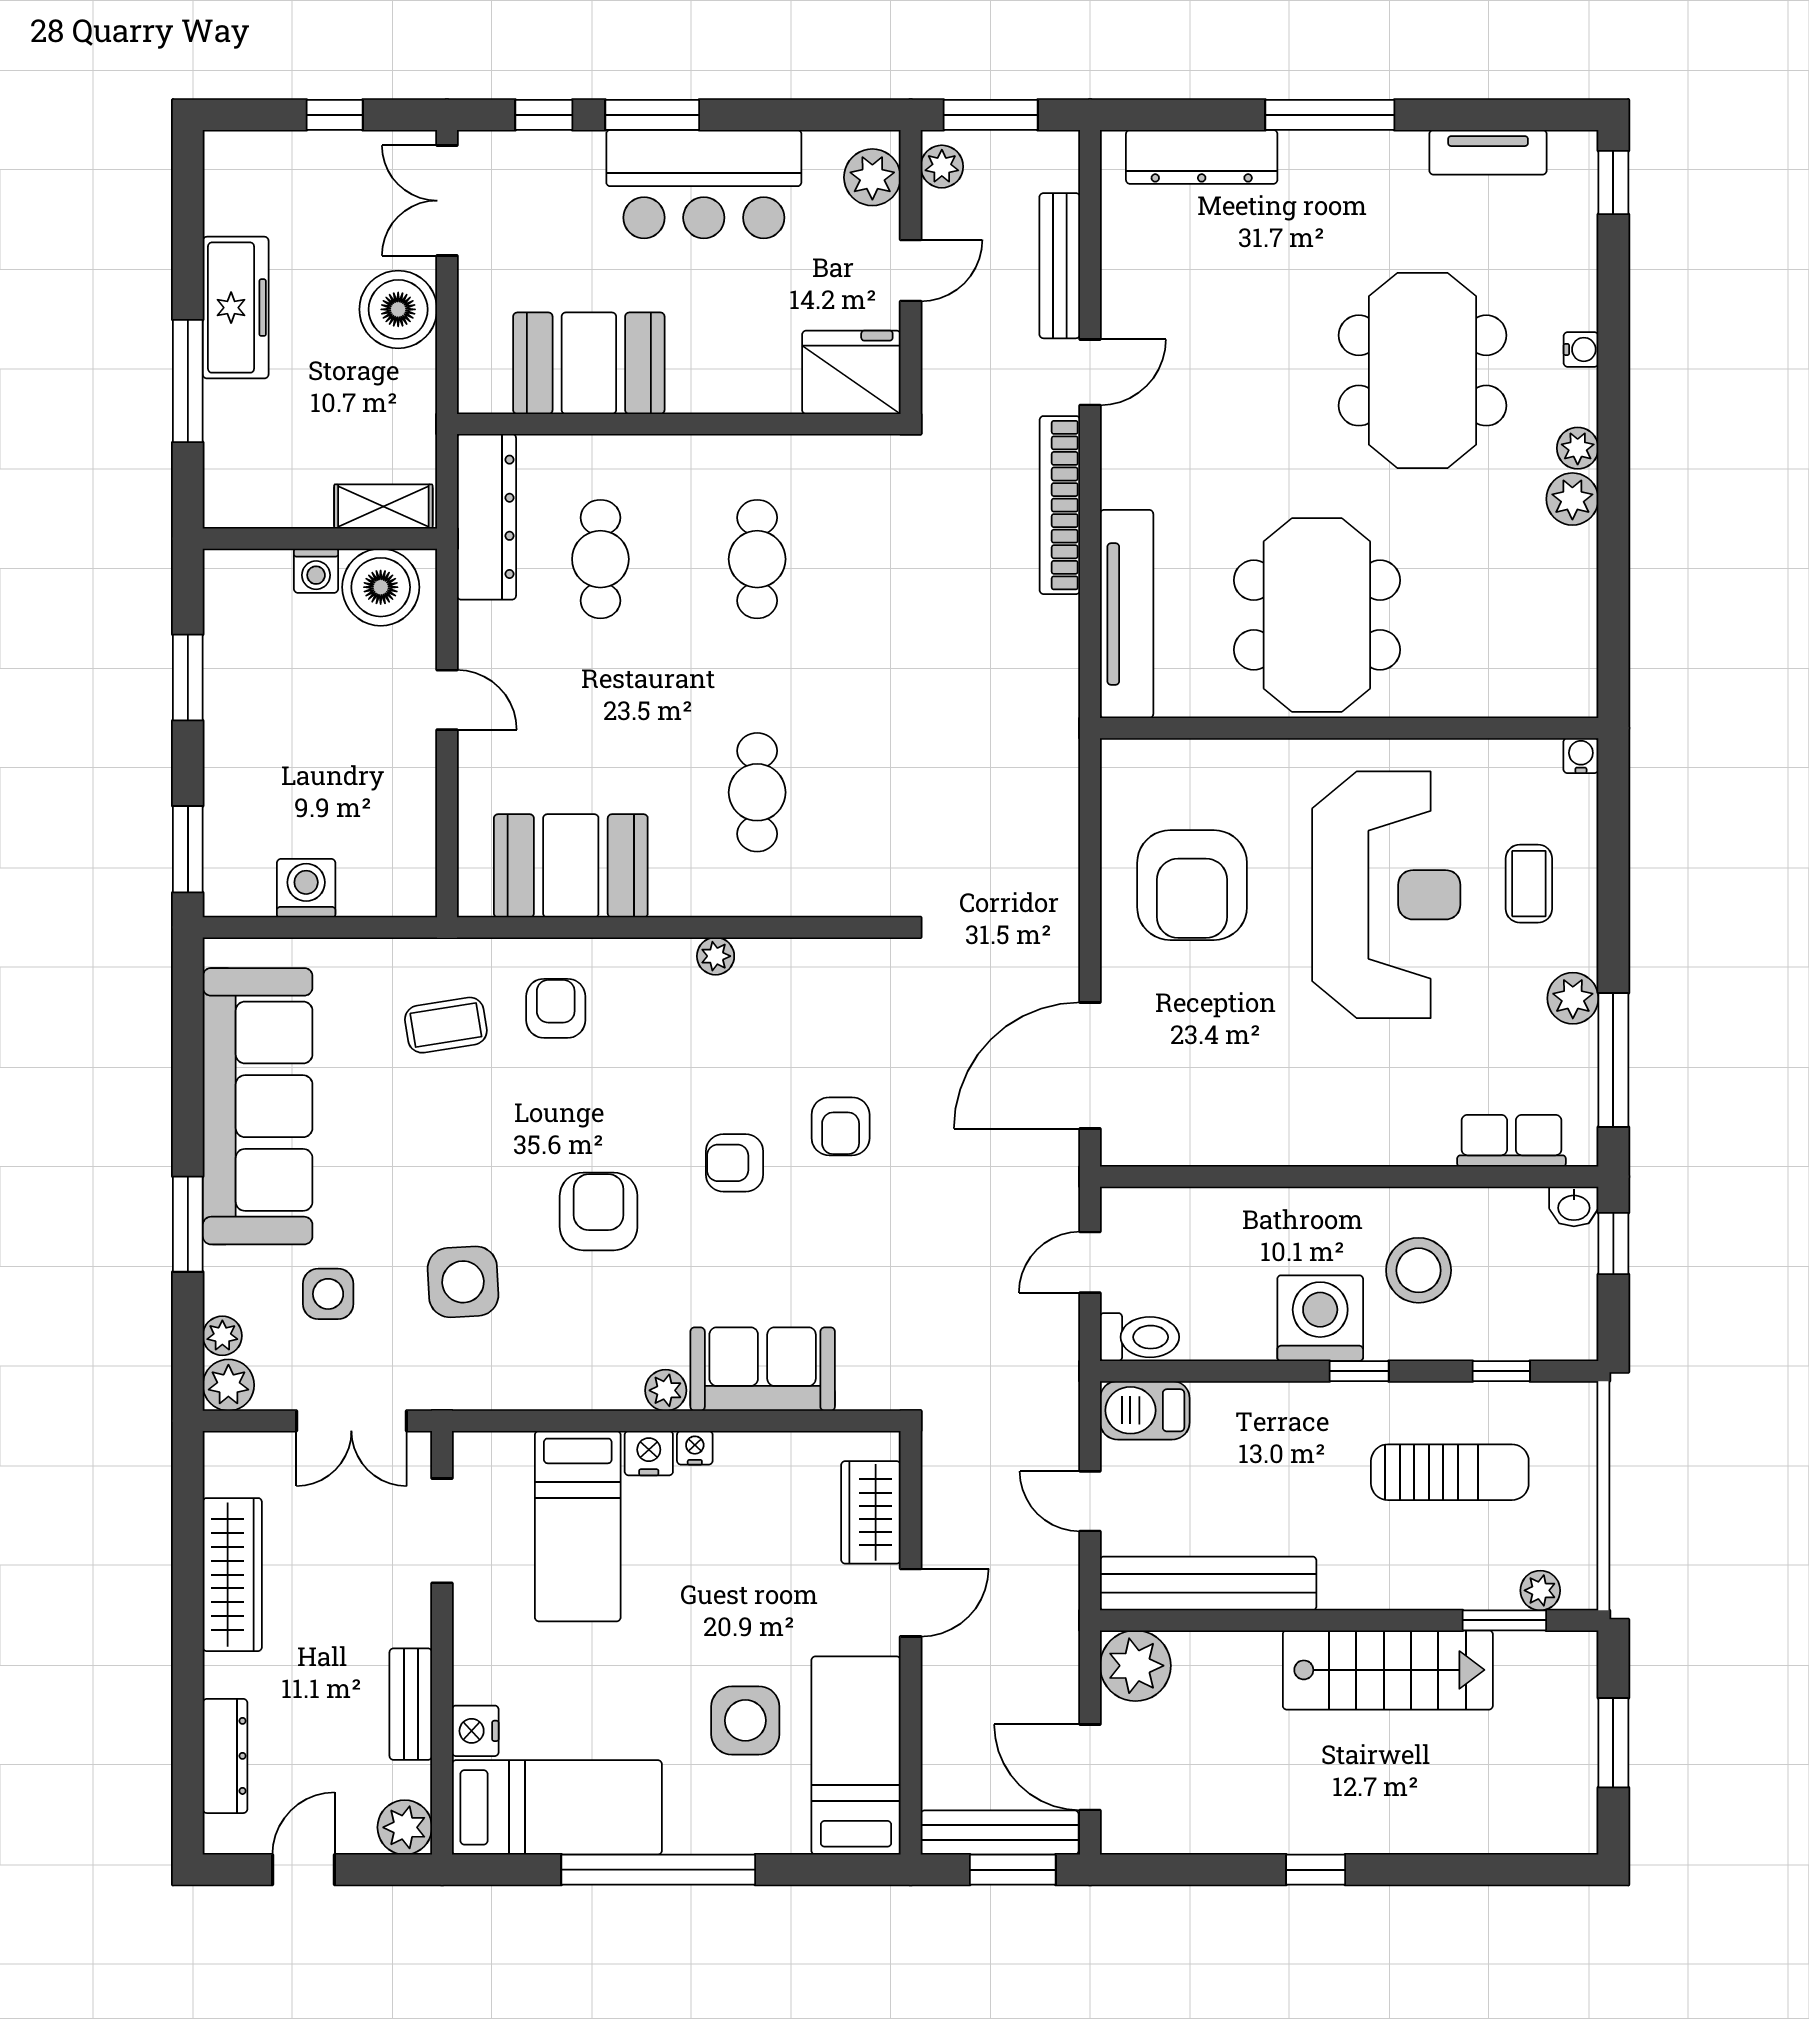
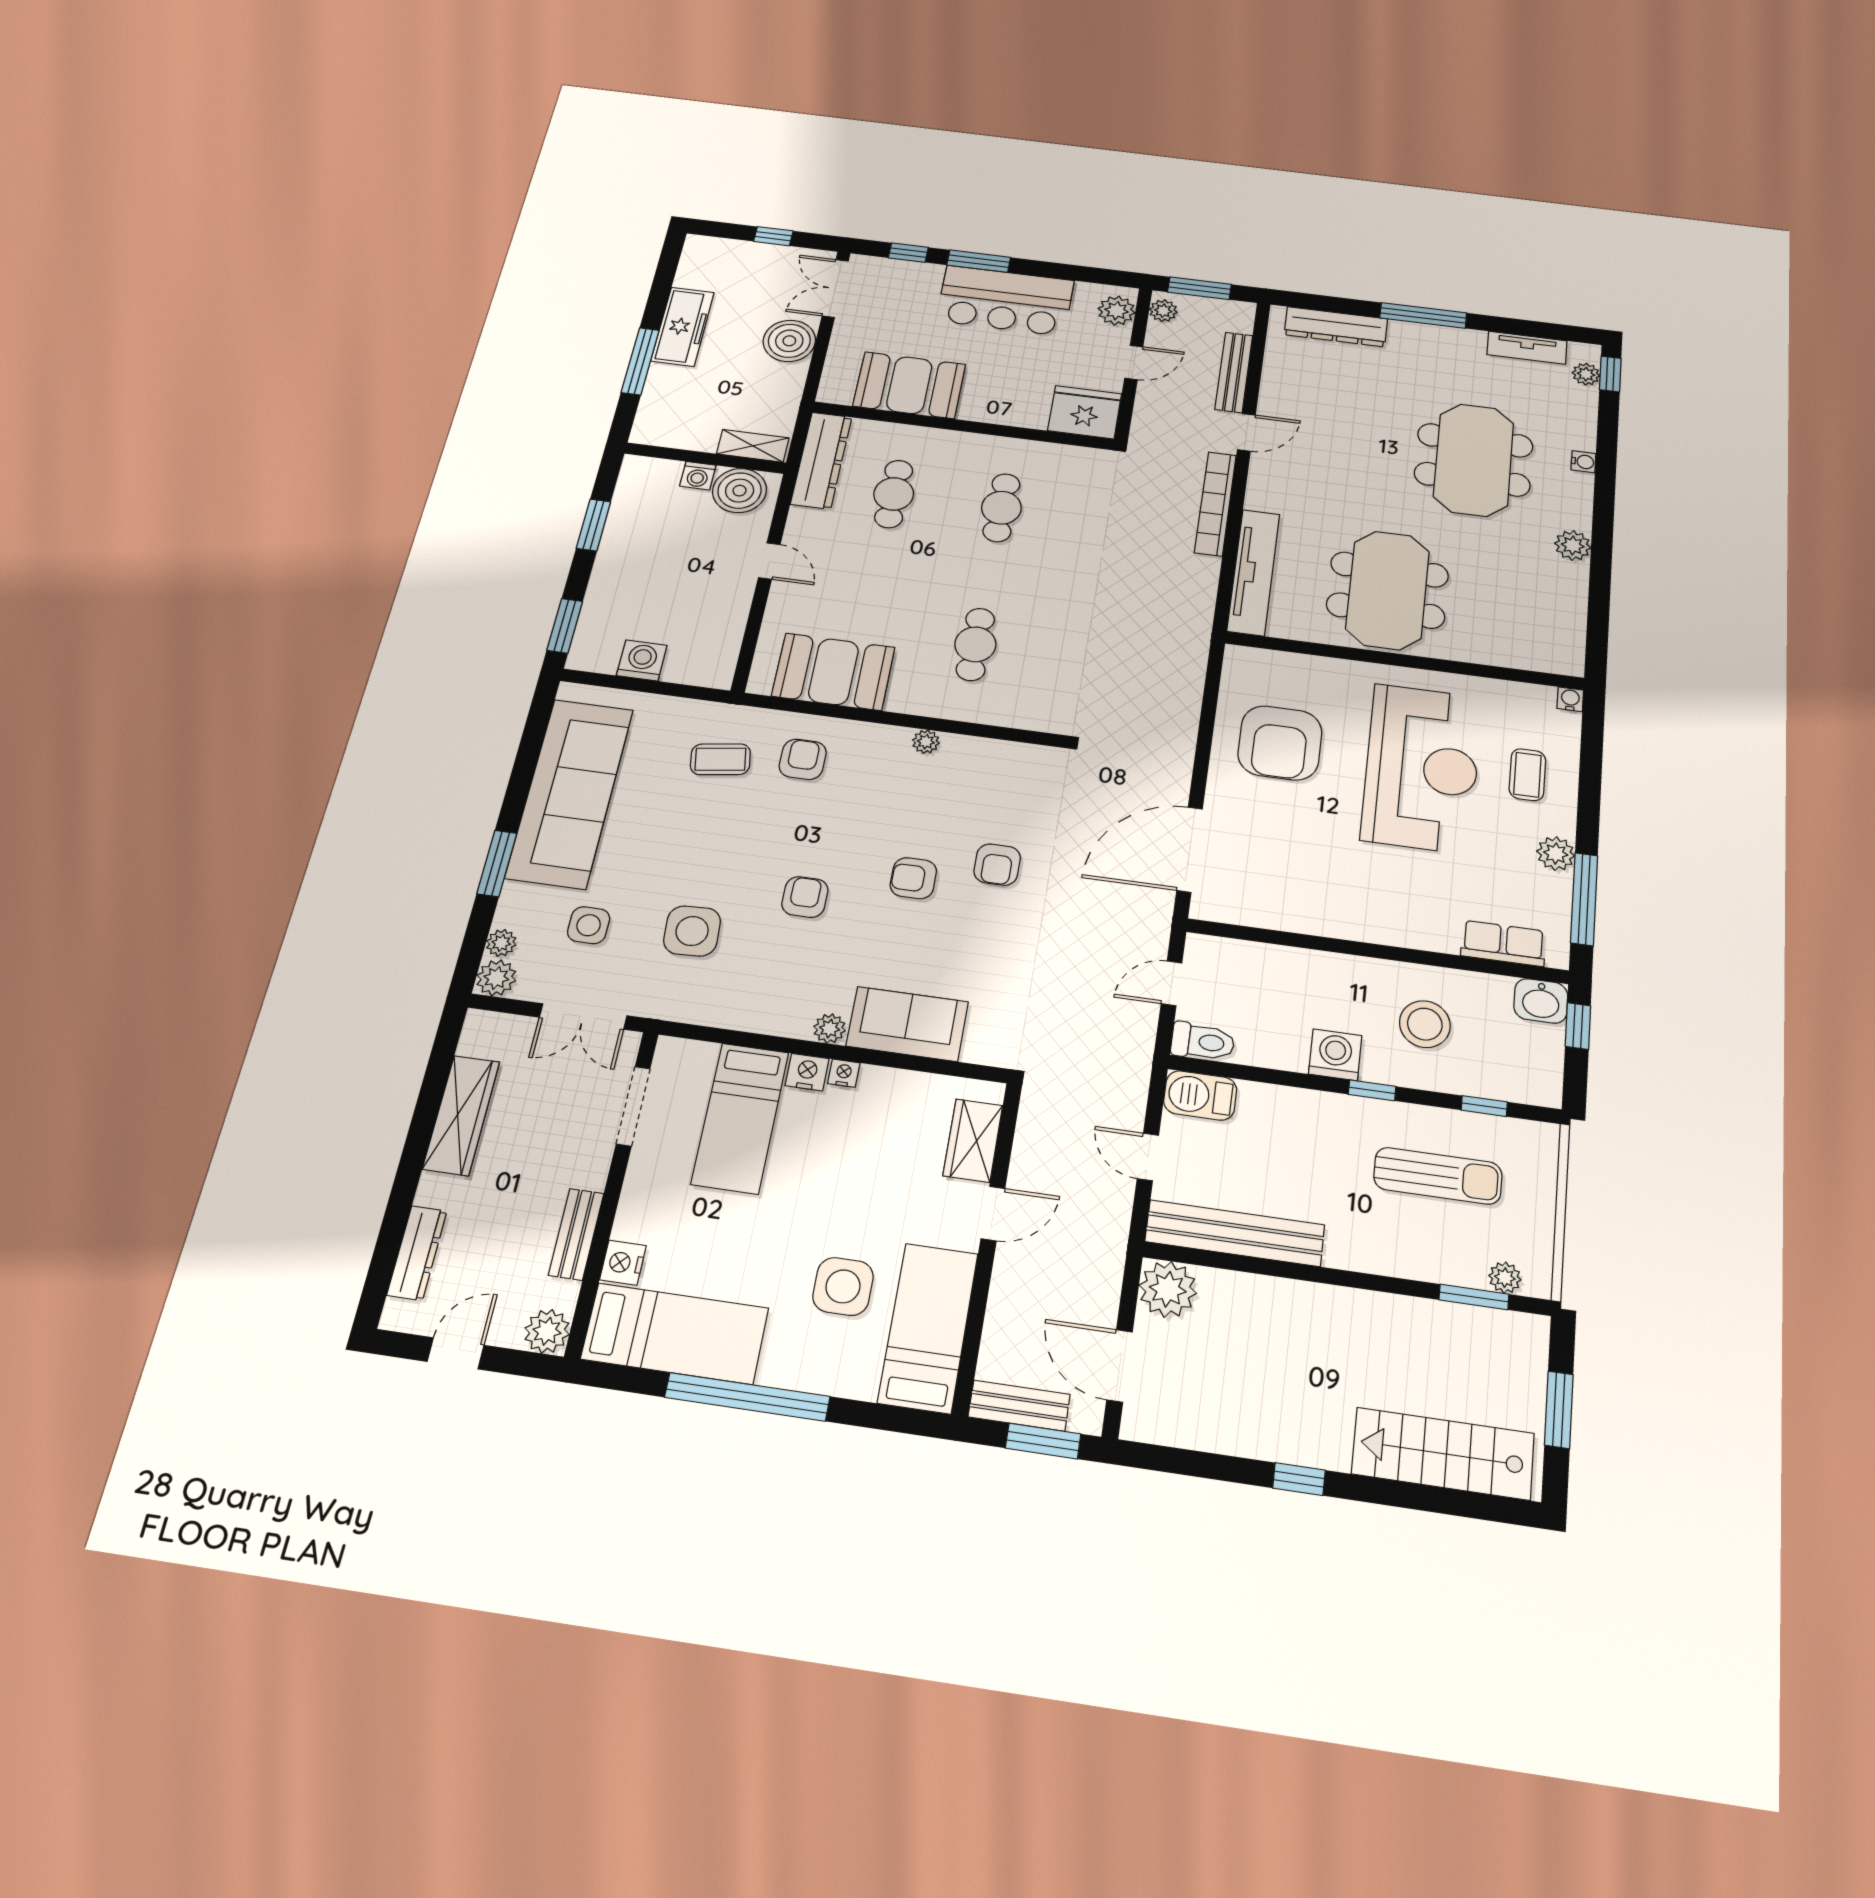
plant: (1578, 448) -> (1586, 374), moved
washbasin: (1574, 1207) -> (1541, 1001), width x1.38, depth x1.45
armchair: (599, 1211) -> (805, 897), width x0.72, depth x0.72
washing machine: (1320, 1318) -> (1335, 1055), width x0.73, depth x0.73
stairs: (1388, 1670) -> (1443, 1454), moved, turned 180
bench: (1000, 1832) -> (1019, 1406), width x0.73

